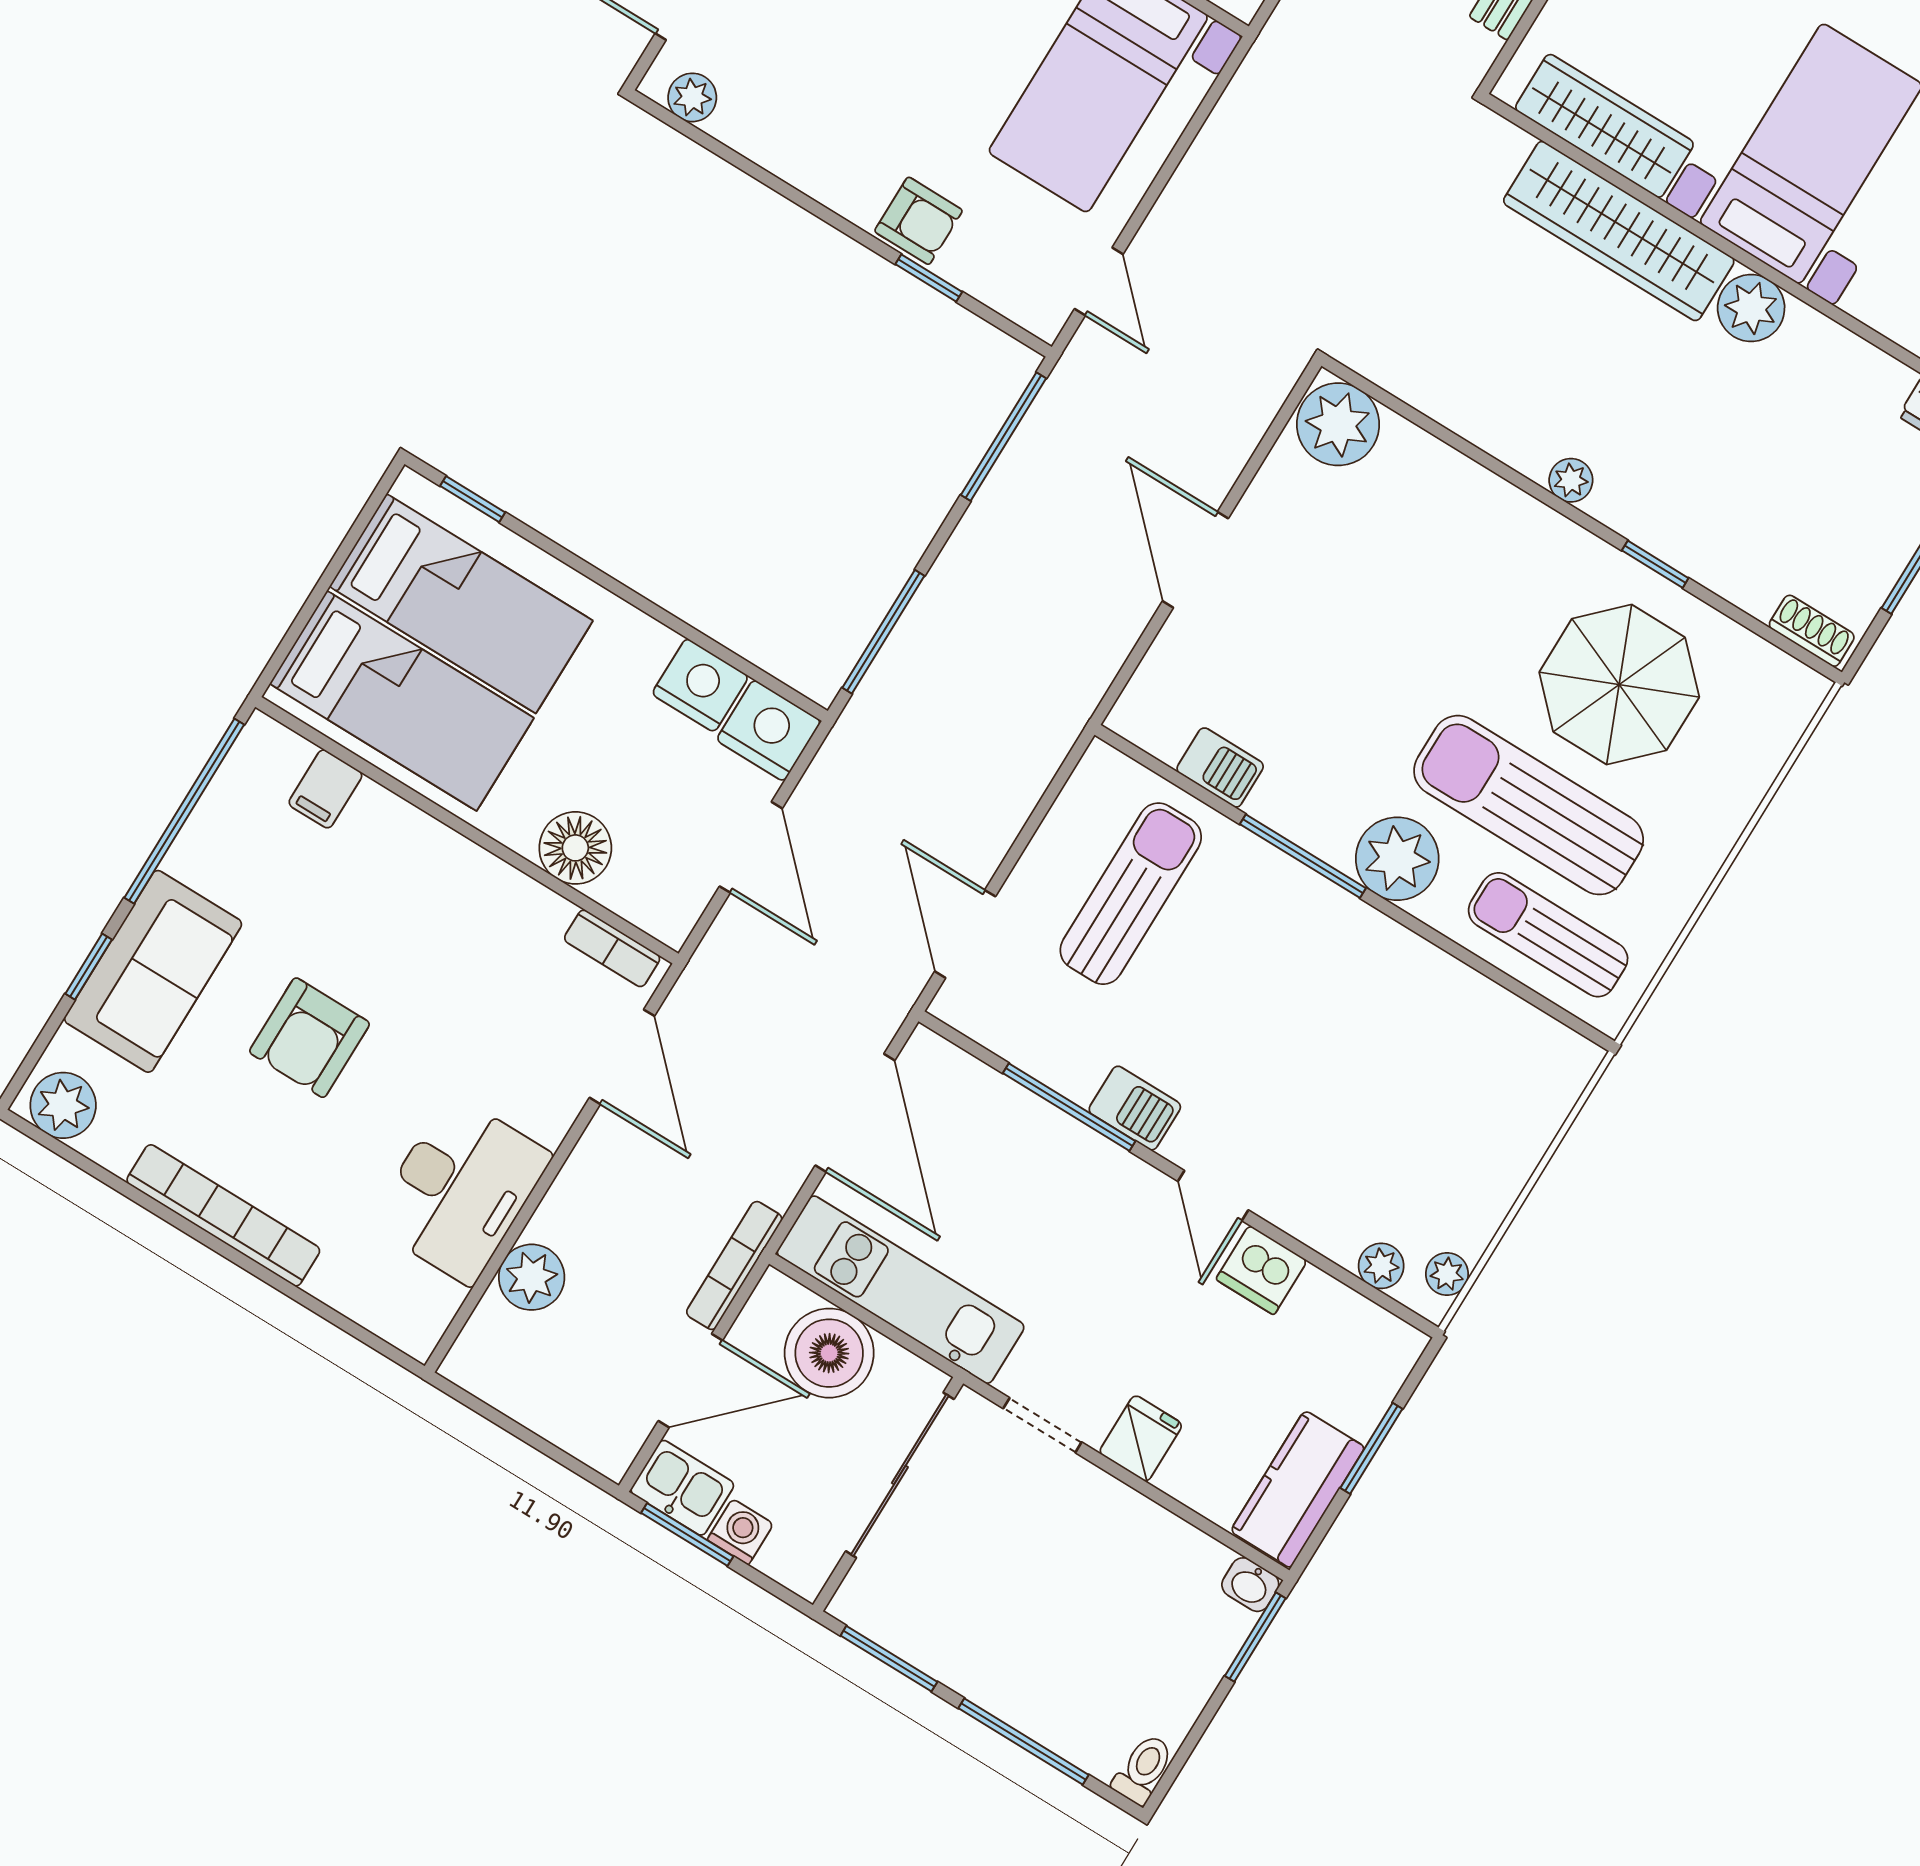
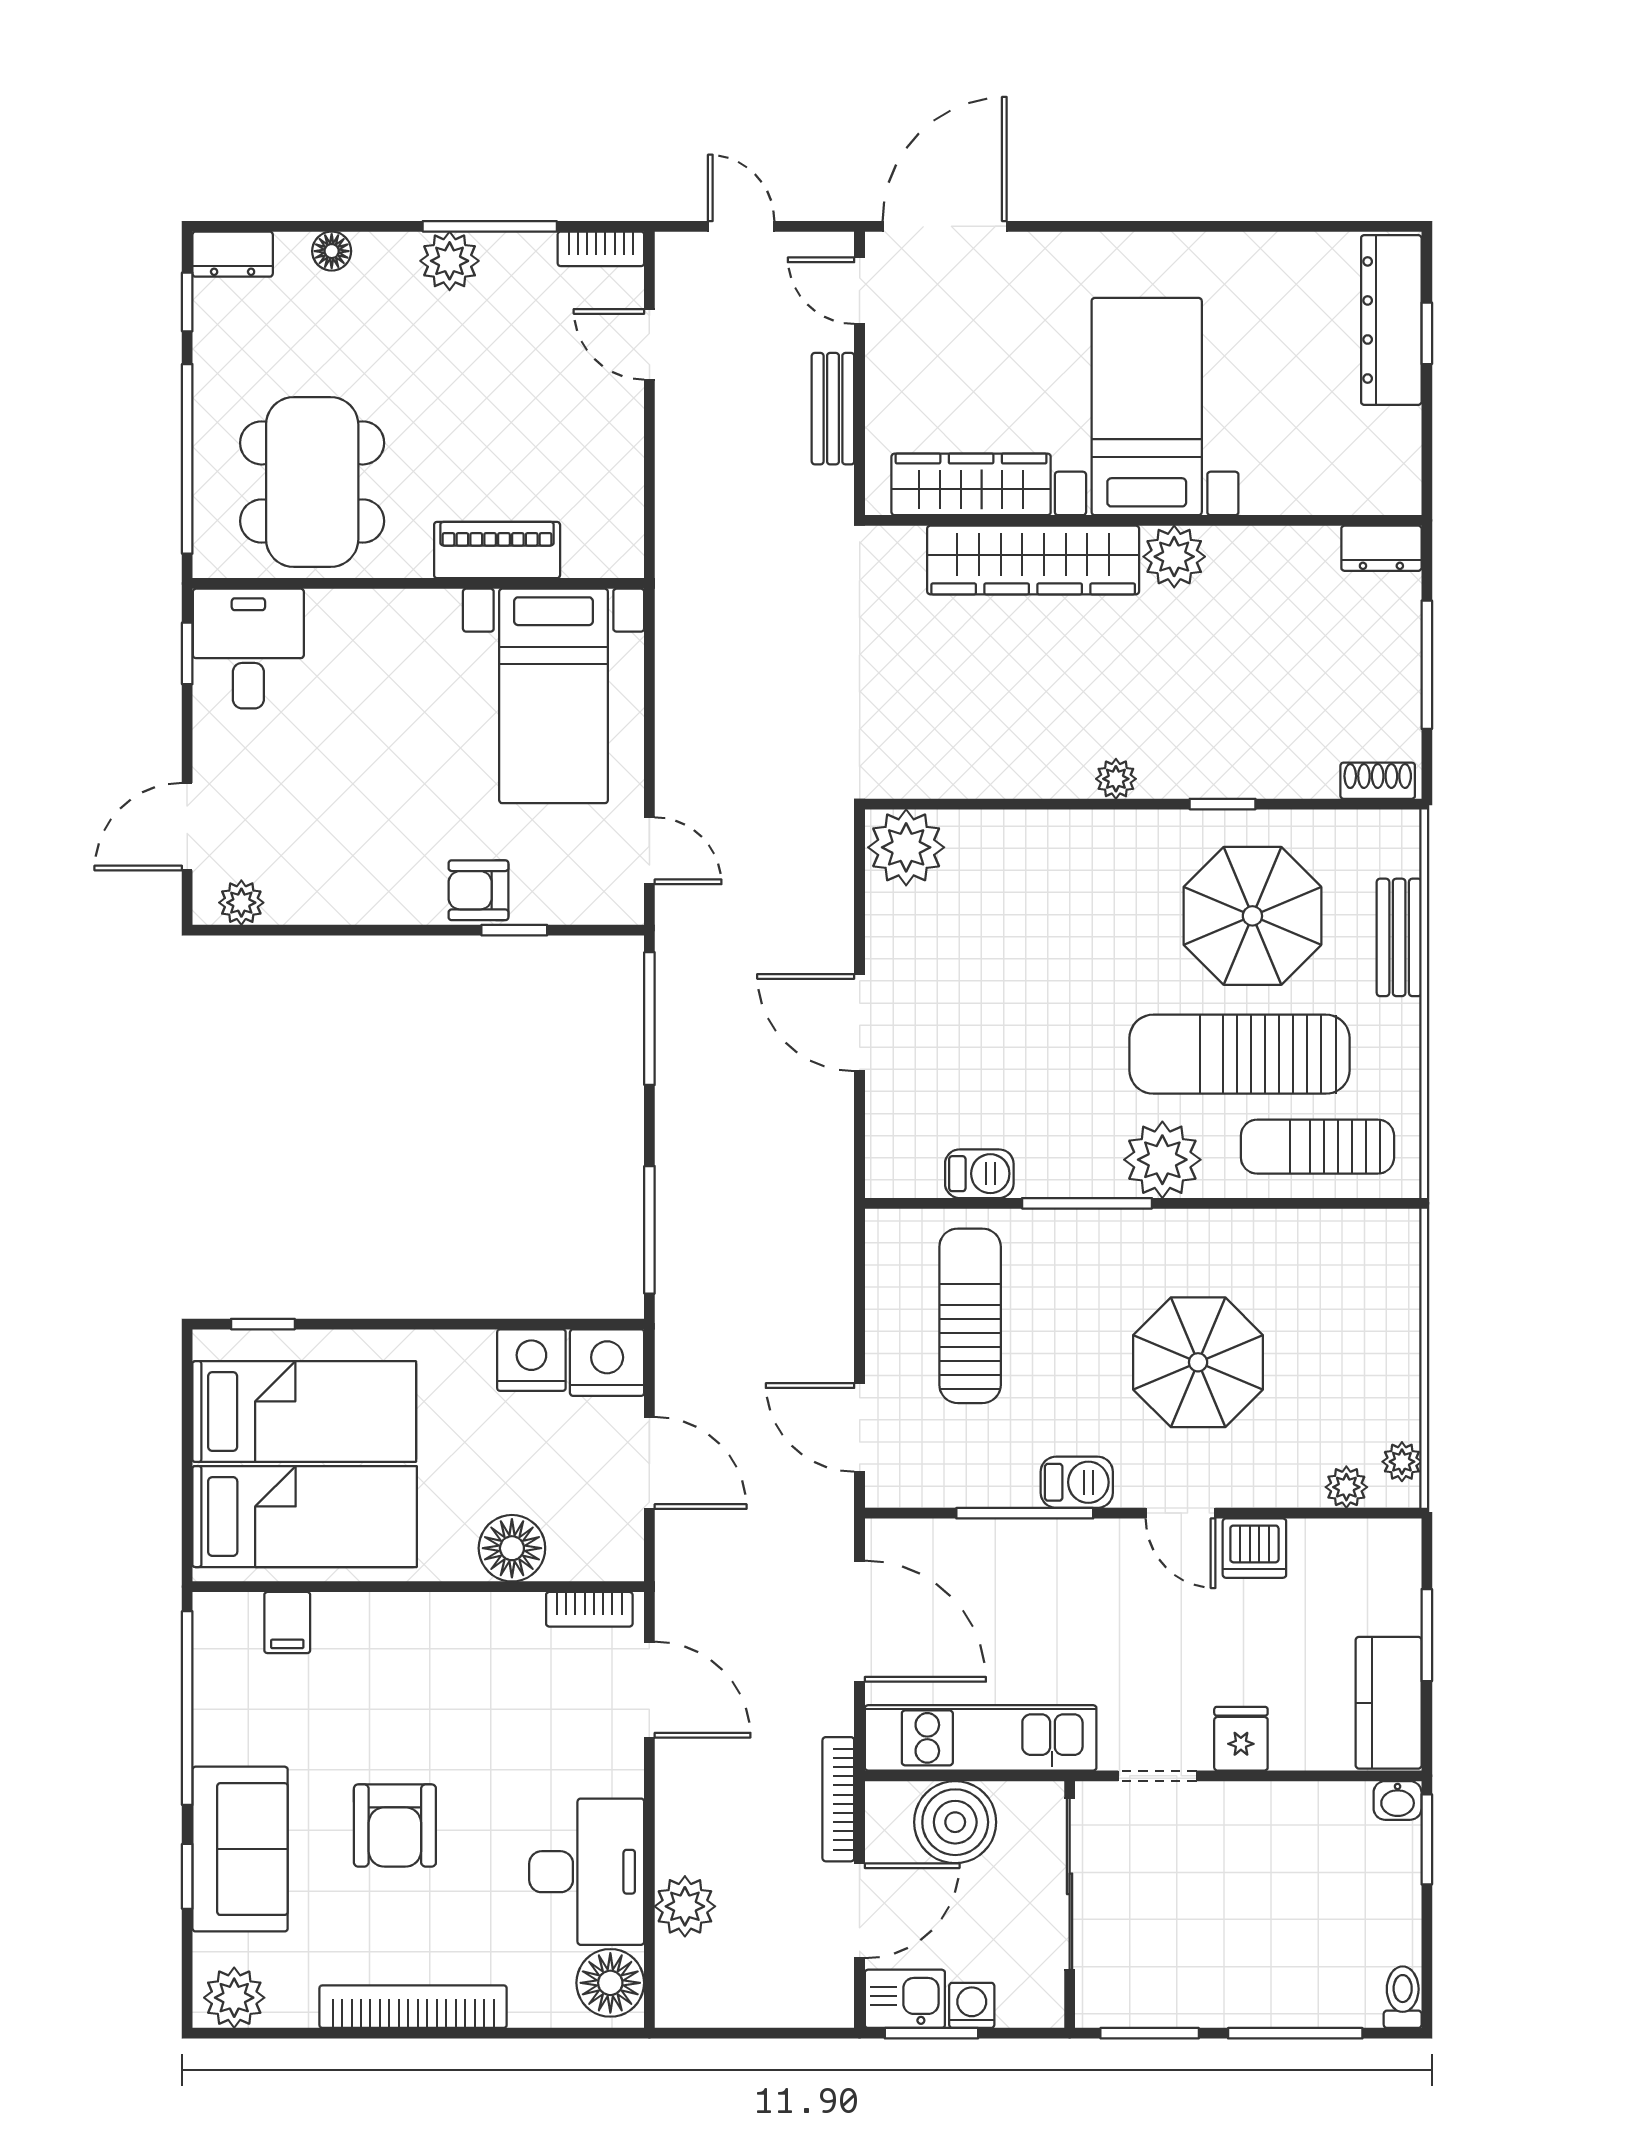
armchair: (918, 221) -> (479, 890), turned 180
bench: (1742, 788) -> (1399, 937), added
parasol: (1315, 1066) -> (1198, 1362), added
floor lamp: (419, 1306) -> (610, 1983), added

